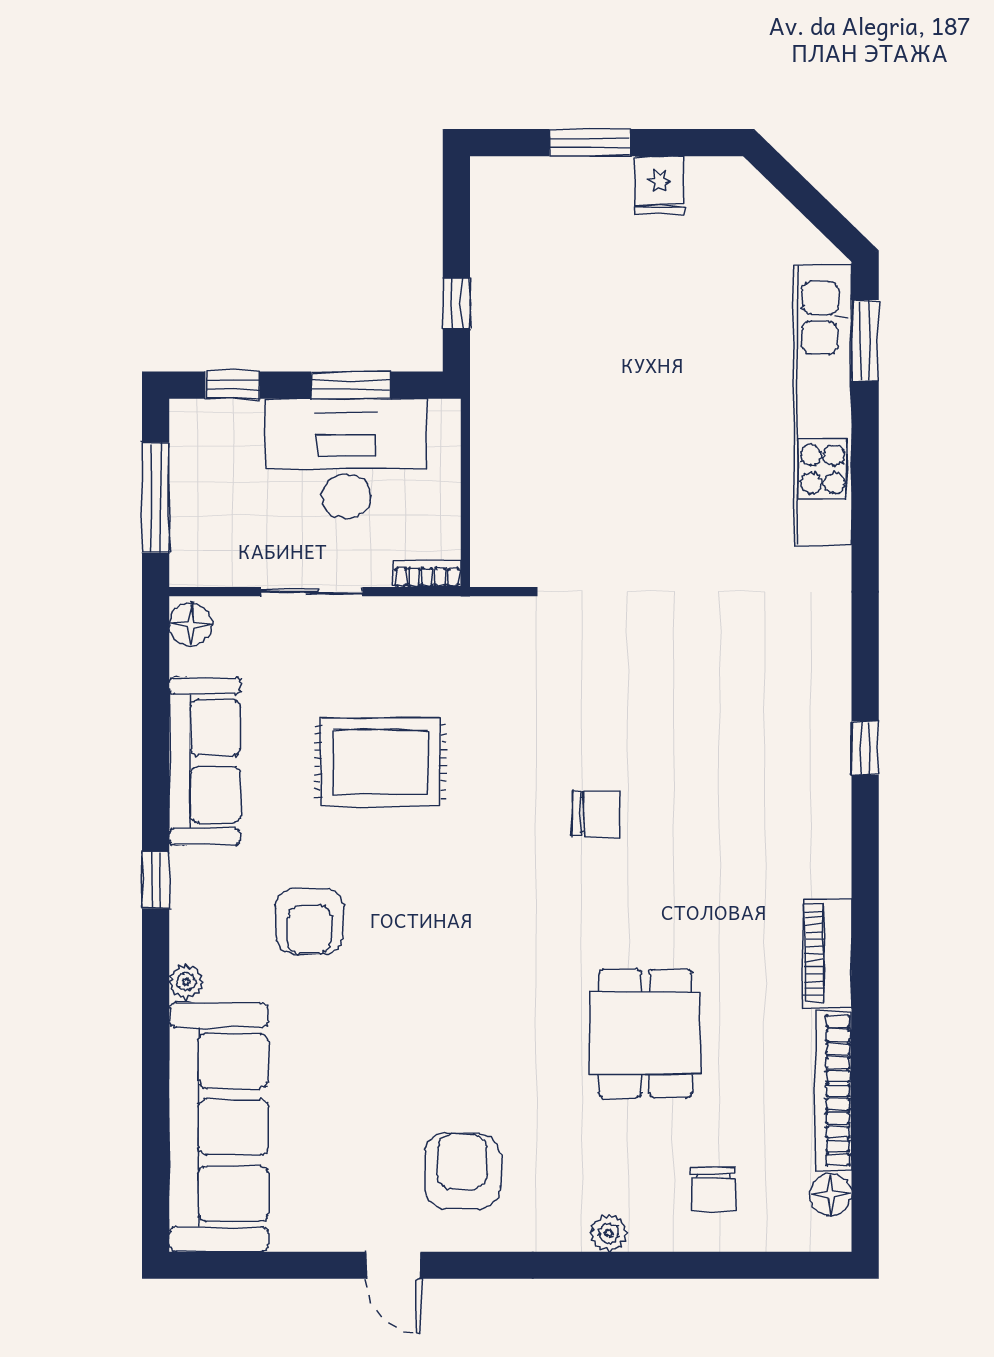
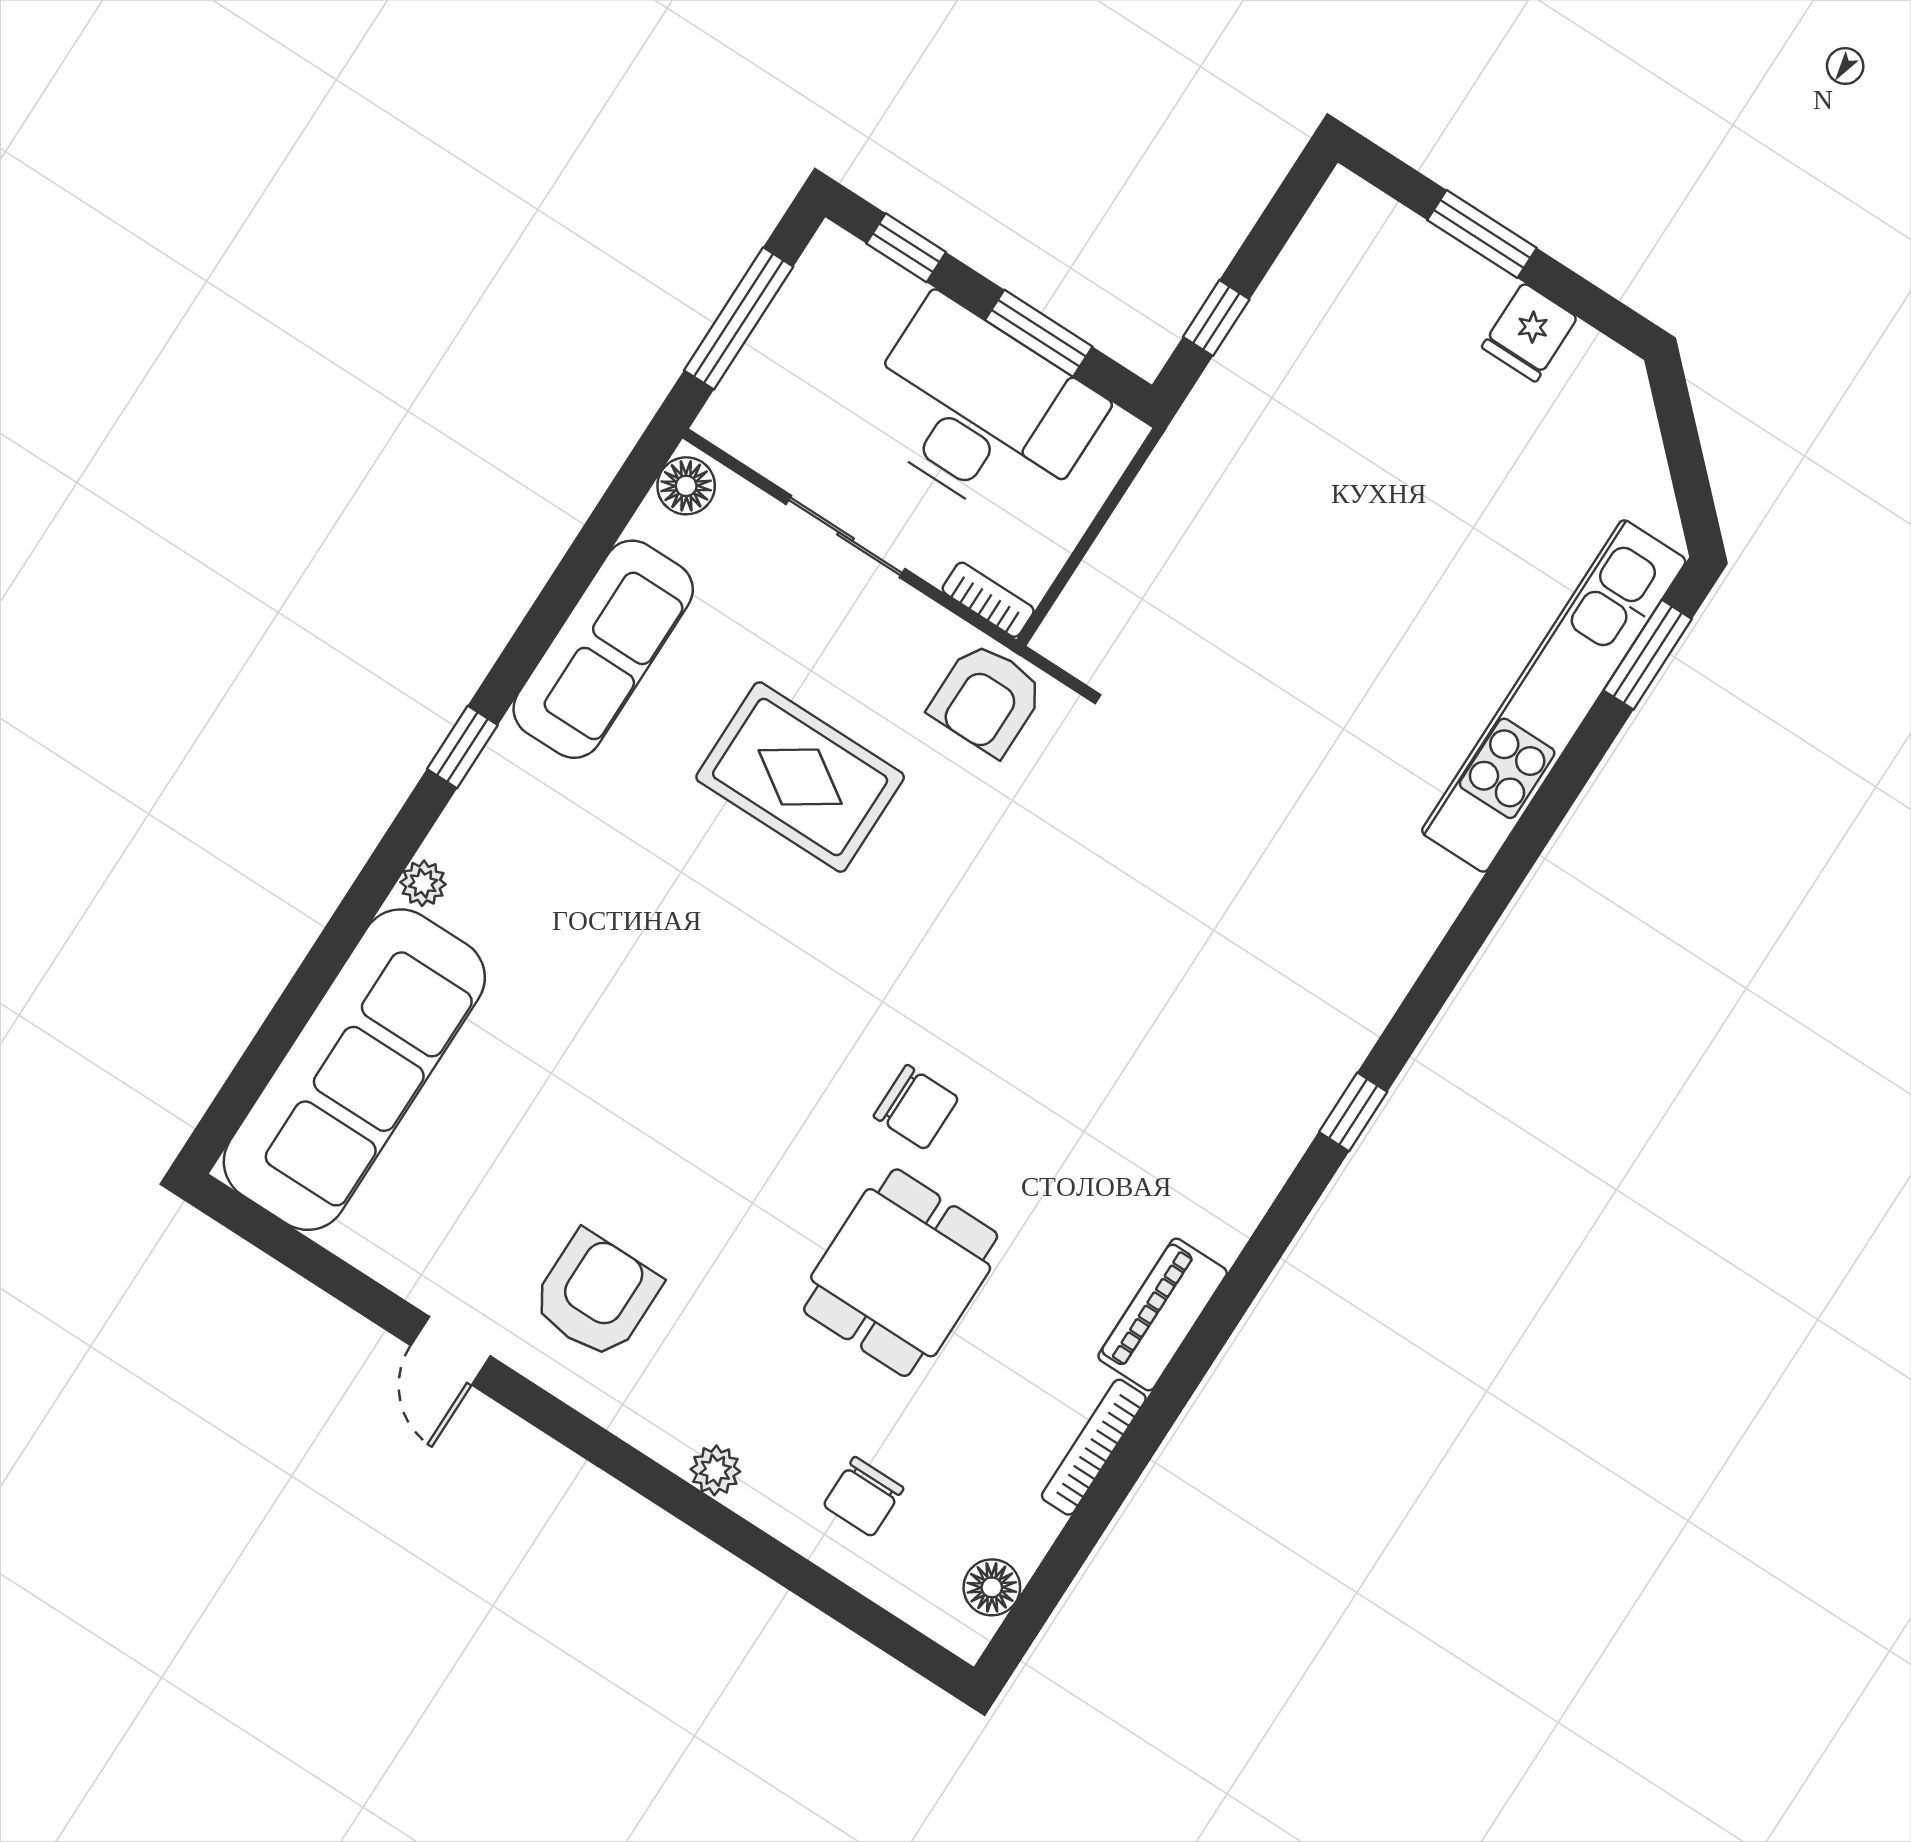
chair: (596, 814) -> (916, 1107), moved
armchair: (309, 921) -> (987, 699), moved
bookcase: (834, 1090) -> (1094, 1447), width x0.68, depth x0.76

